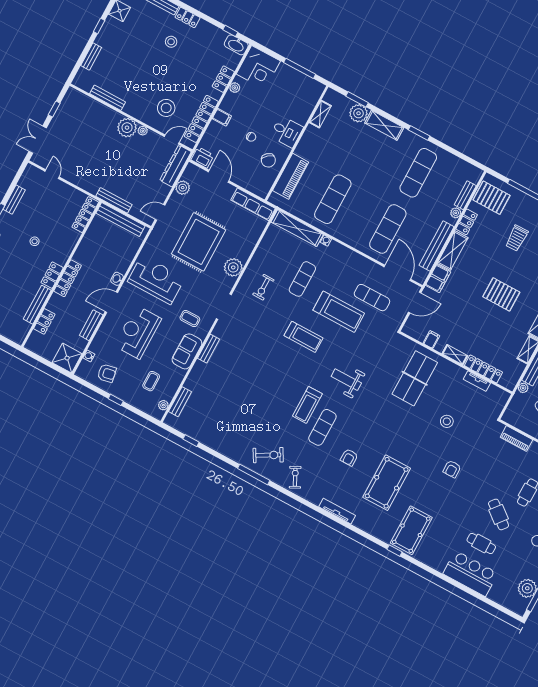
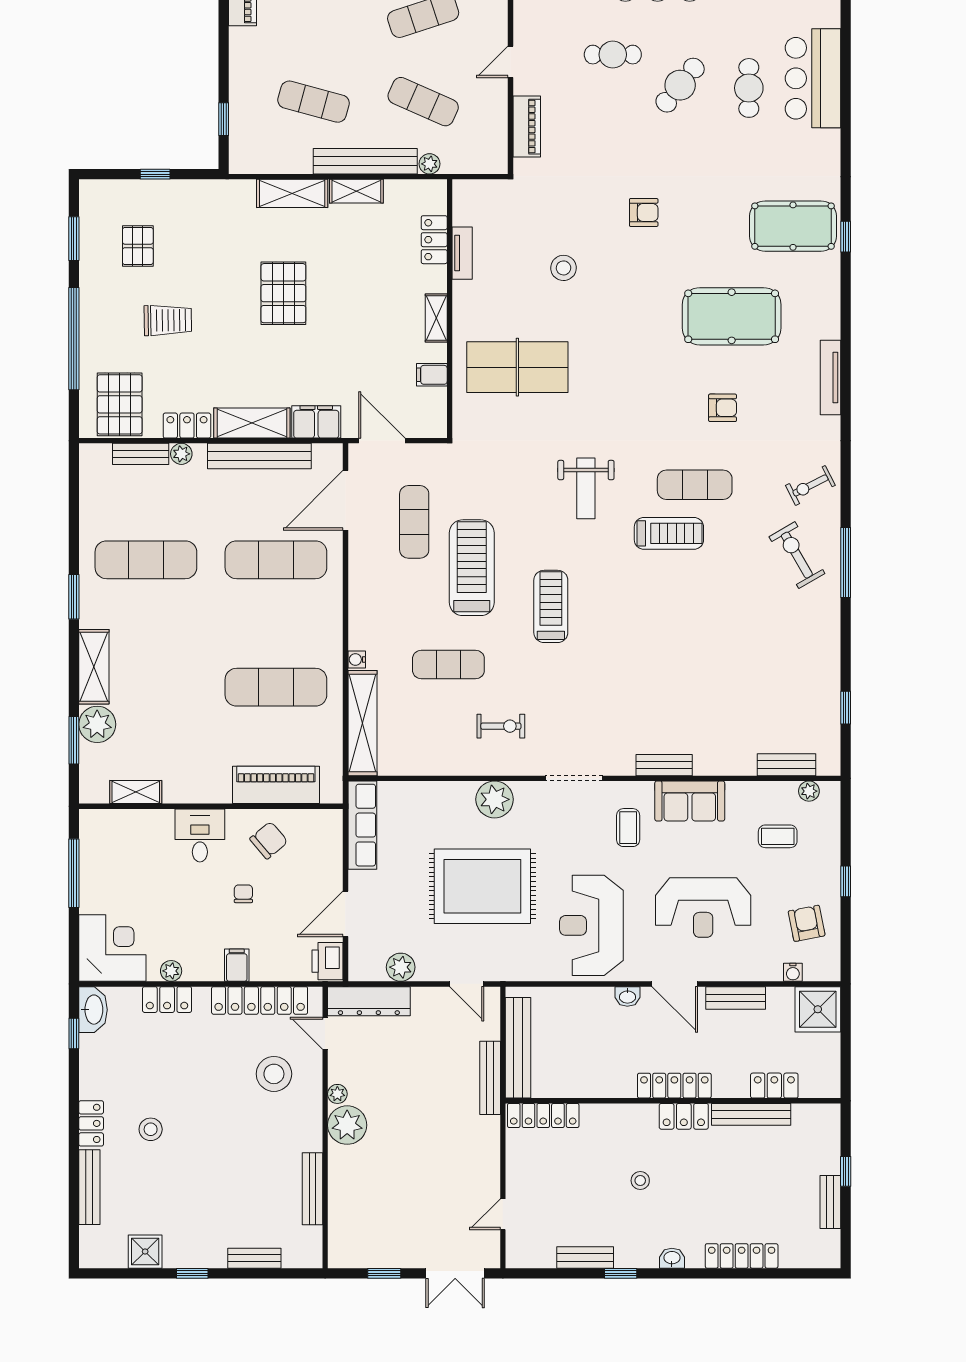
locker: (483, 369) -> (434, 240), width x0.66

